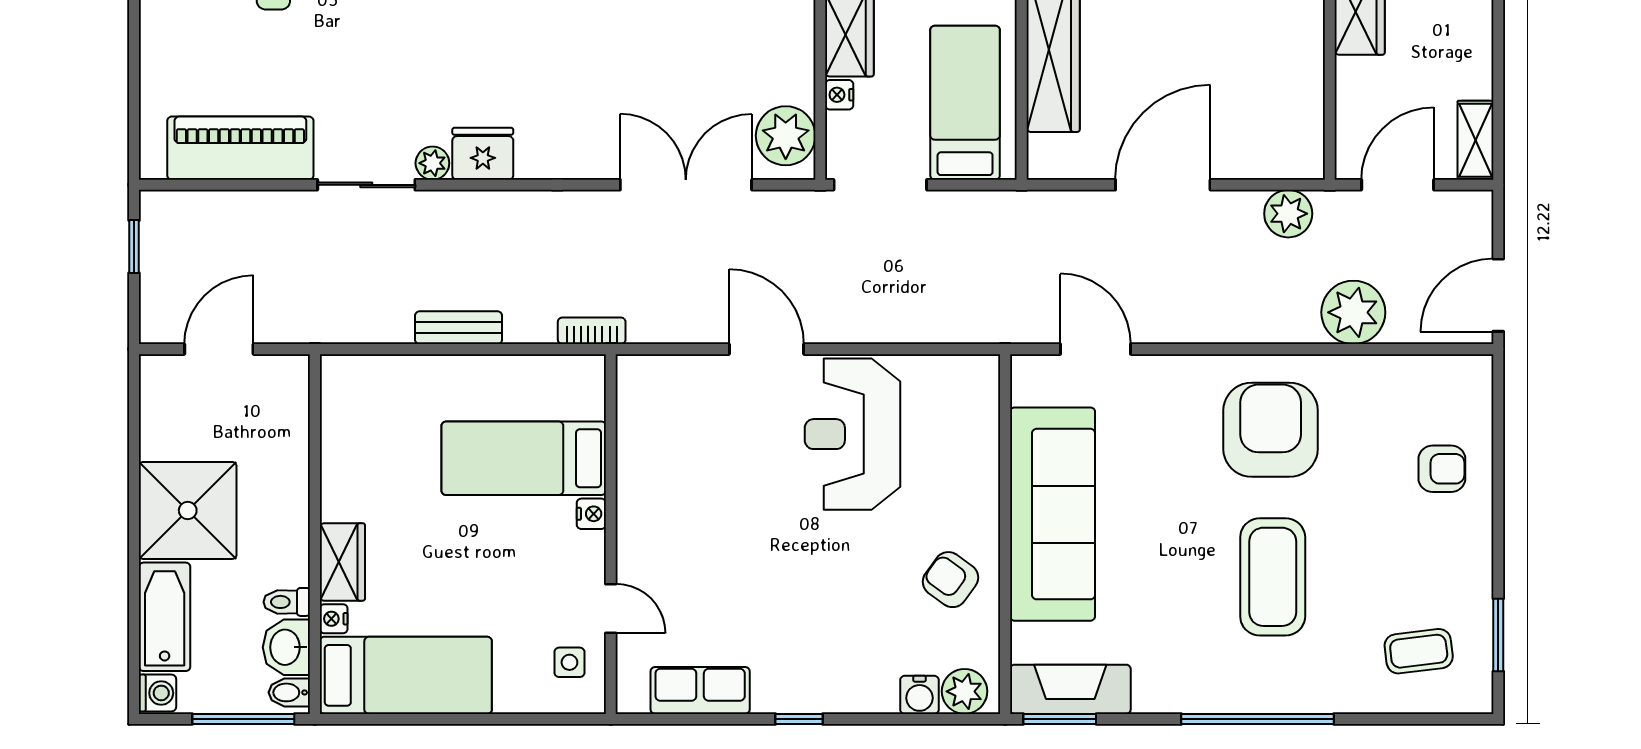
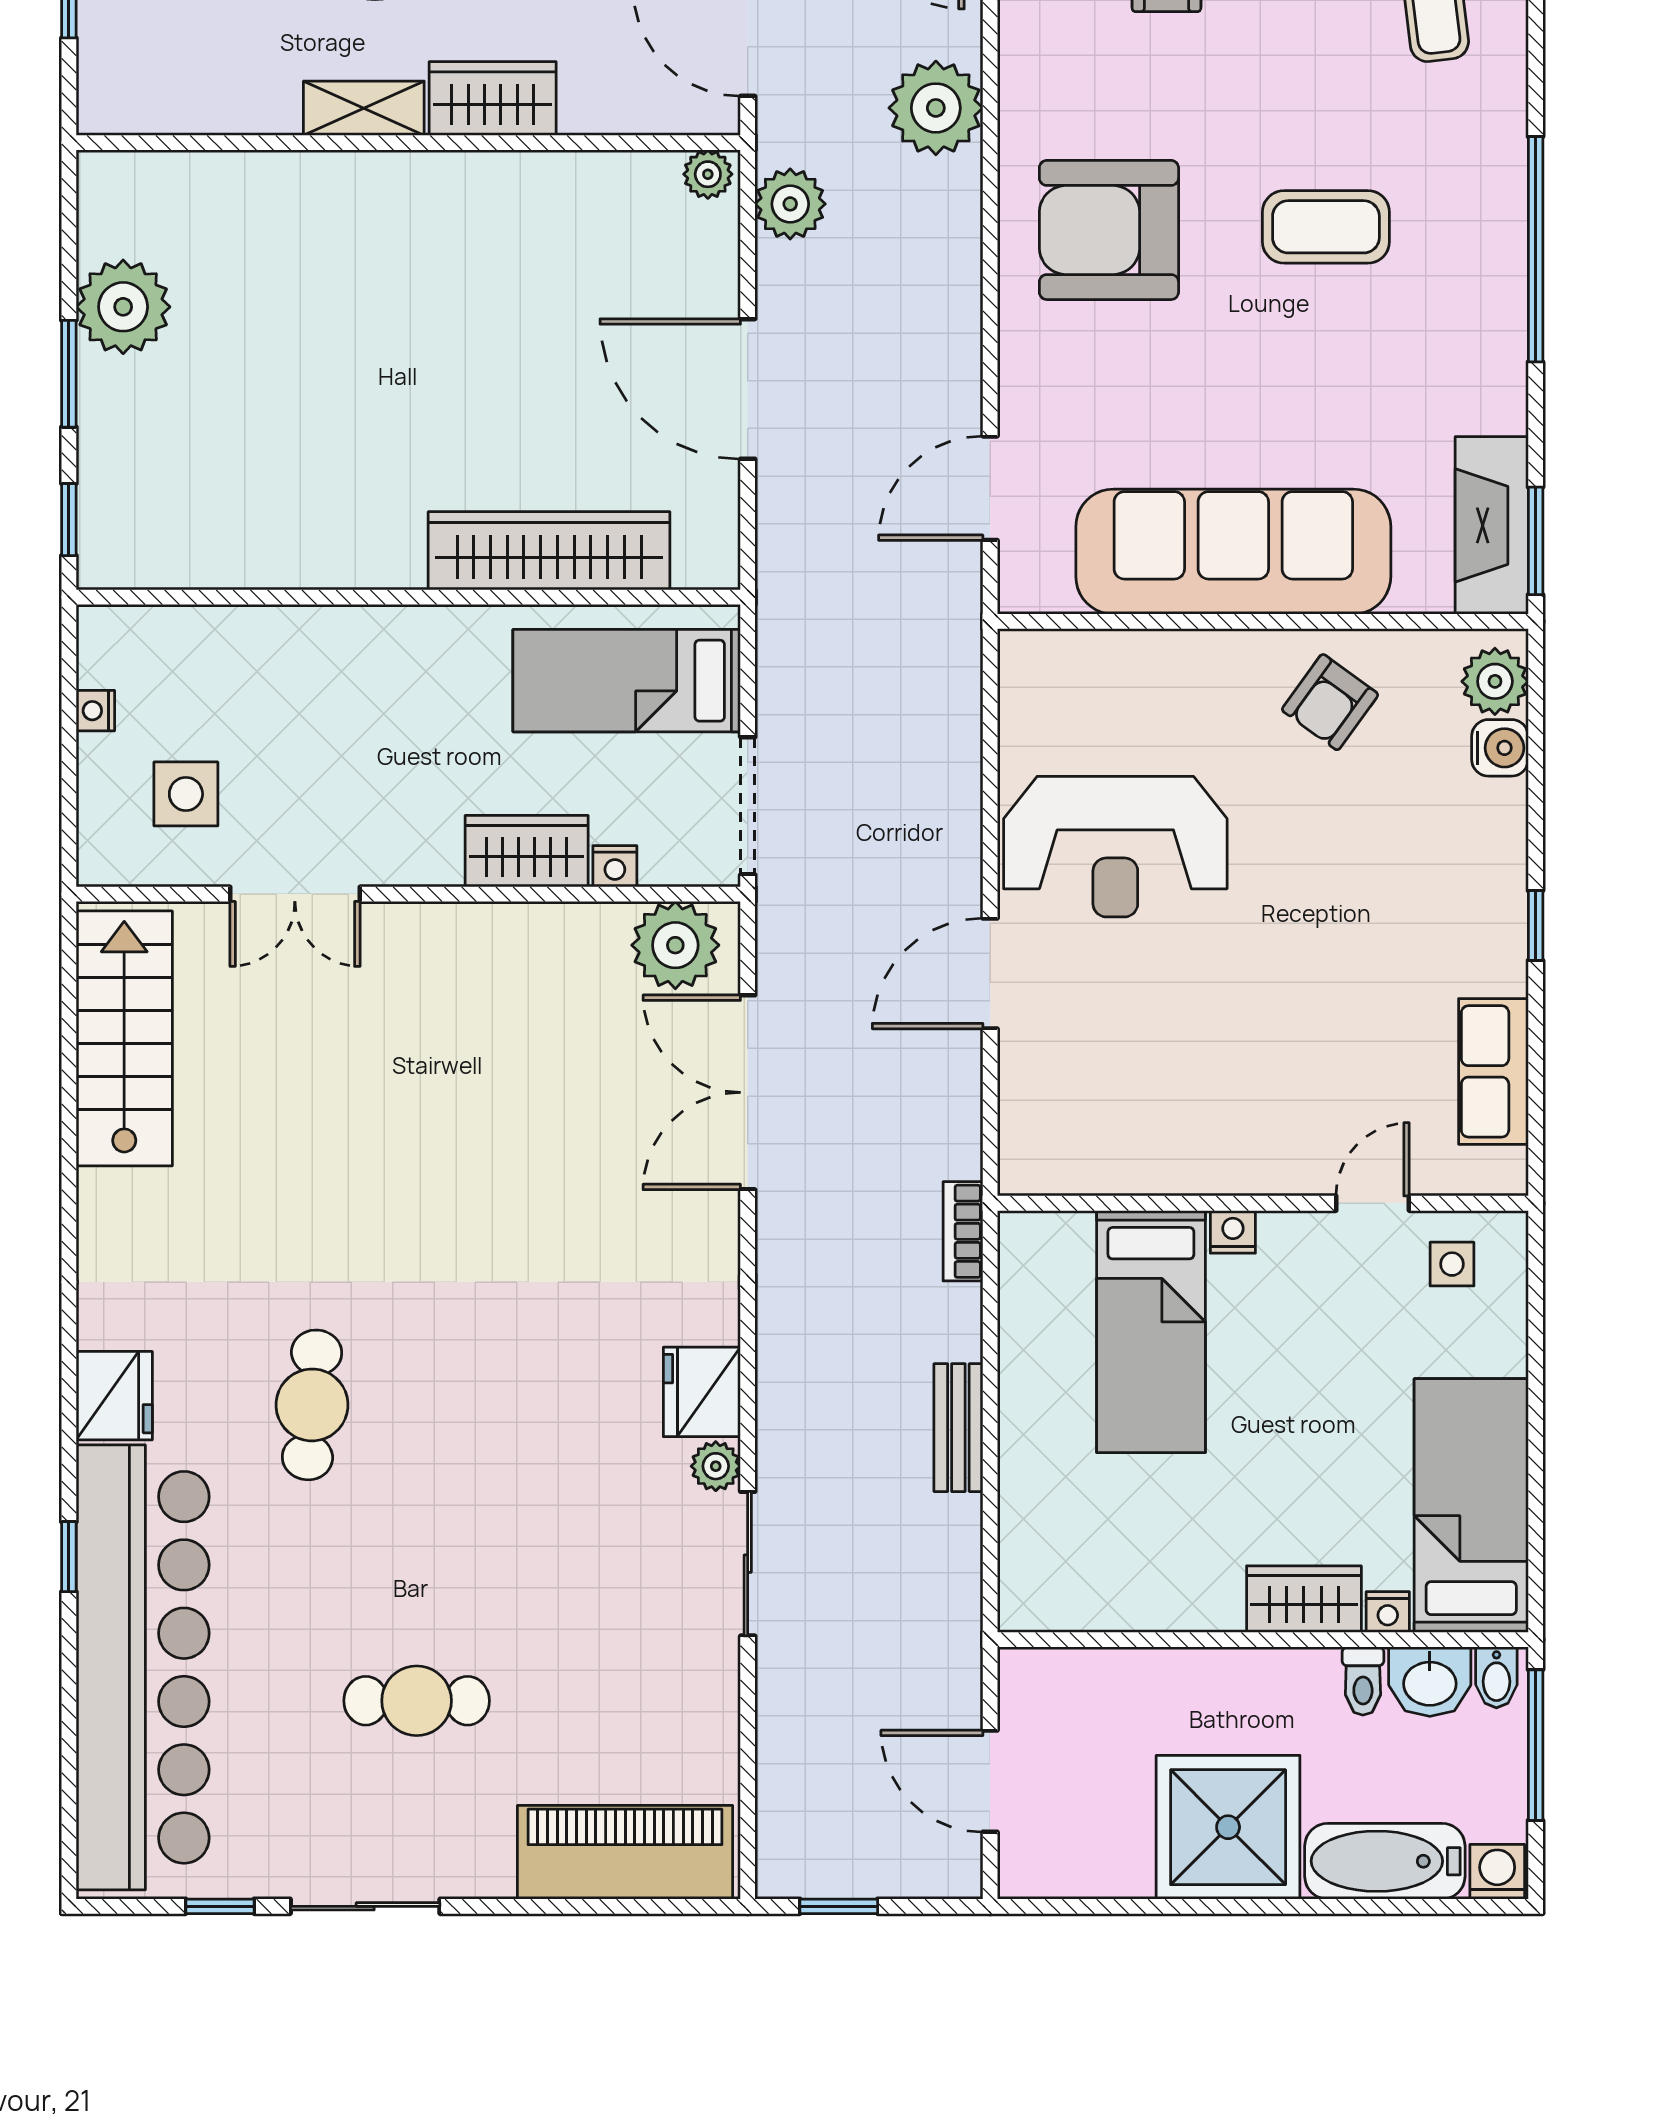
piano: (240, 148) -> (625, 1852), moved, turned 90
plant: (1308, 158) -> (708, 174), added
coffee table: (1273, 577) -> (1326, 227), width x0.73, depth x0.76

